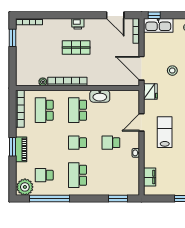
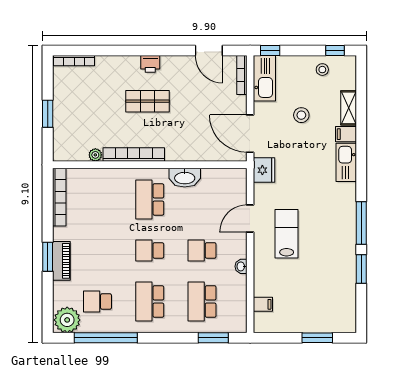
kitchen sink: (158, 25) -> (264, 78), moved, turned -90
window: (12, 38) -> (48, 114), moved
stool: (172, 71) -> (301, 115), moved
school desk: (44, 110) -> (202, 301), moved
filing cabinet: (150, 177) -> (263, 304), width x0.50

